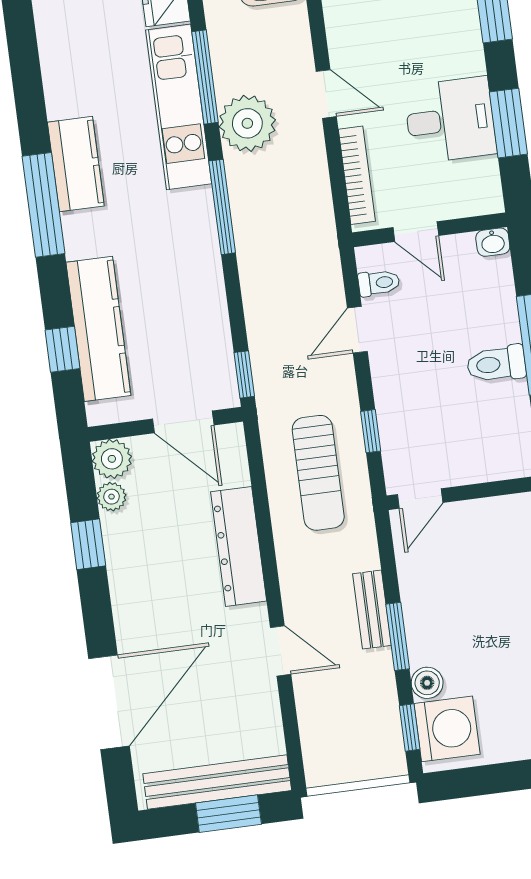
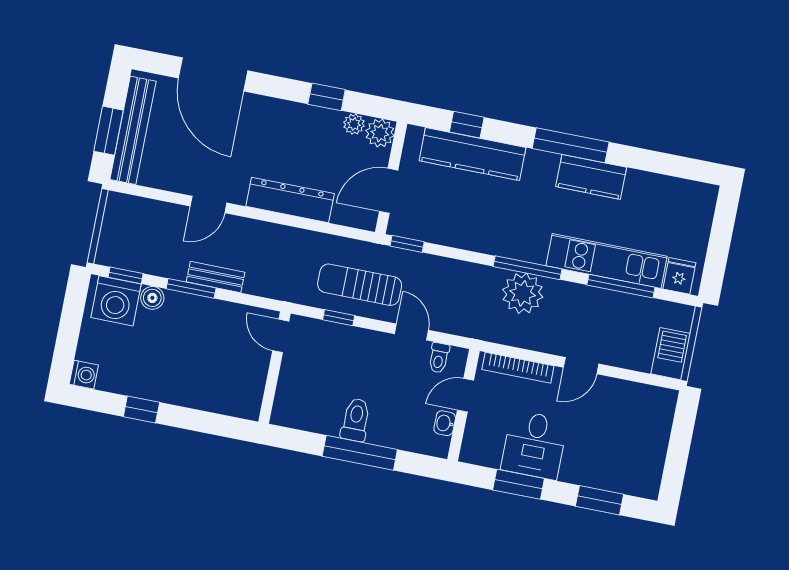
plant: (247, 123) -> (523, 293), moved
washbasin: (493, 242) -> (445, 423), moved
sun lounger: (318, 473) -> (360, 285), moved

